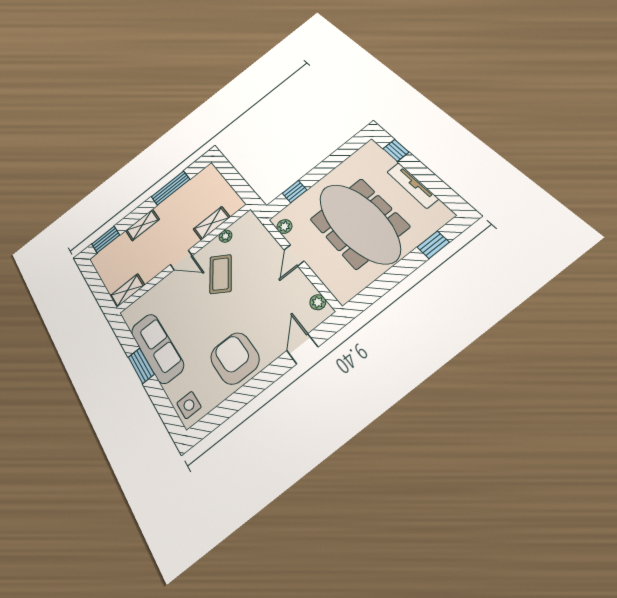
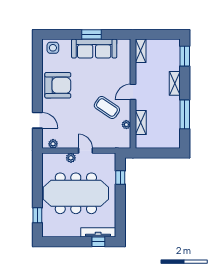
tv unit: (412, 185) -> (98, 232), moved
plant: (284, 226) -> (71, 158), moved

